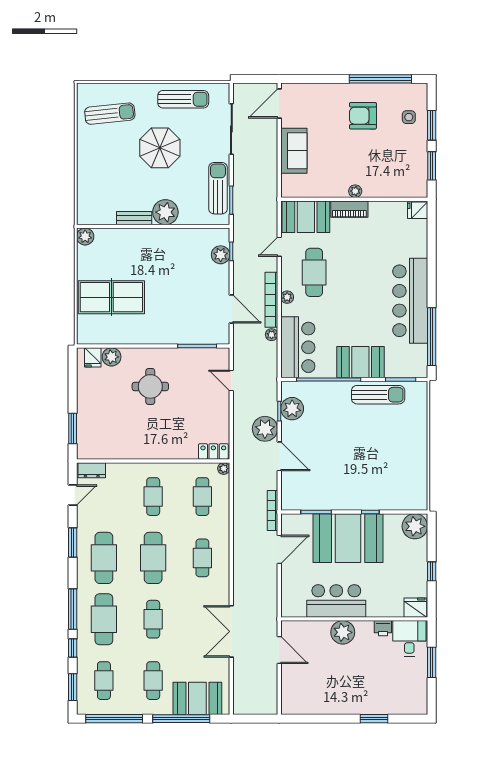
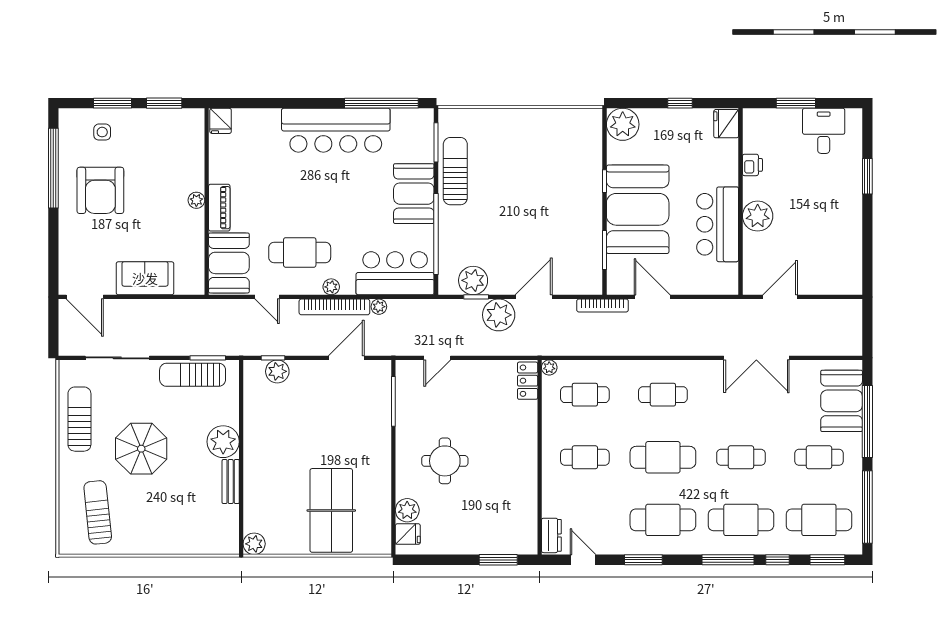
armchair: (363, 116) -> (100, 190), width x1.36, depth x1.36
desk: (409, 638) -> (824, 131), moved, turned 90
cafe table: (104, 681) -> (819, 520), width x1.37, depth x1.35

